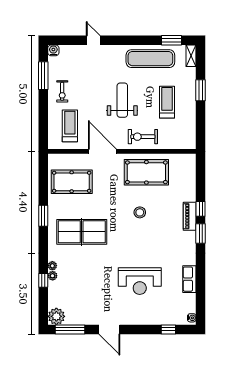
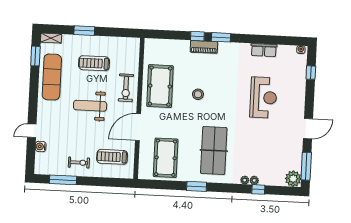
water cooler: (53, 50) -> (41, 146), moved

